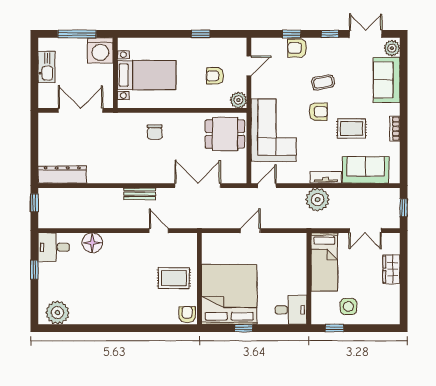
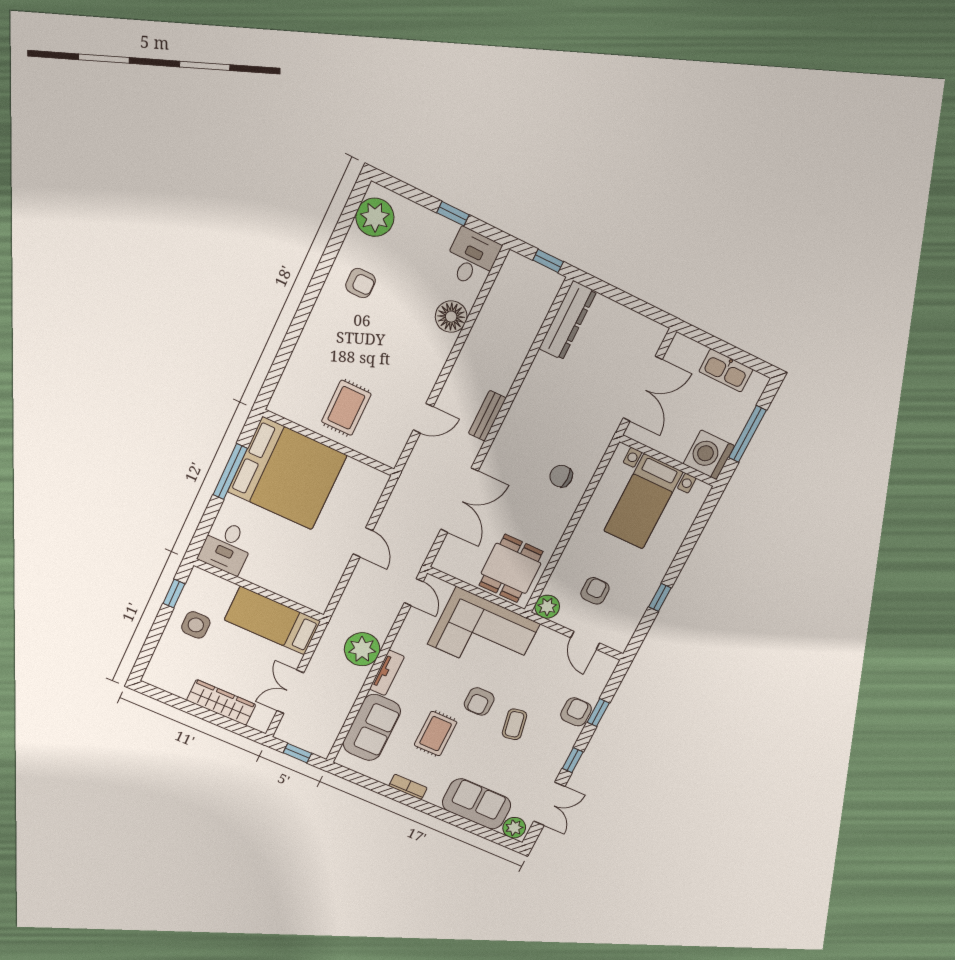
wardrobe: (391, 269) -> (221, 702), width x1.50
armchair: (187, 315) -> (361, 283), moved
window: (244, 328) -> (230, 472), width x2.17

